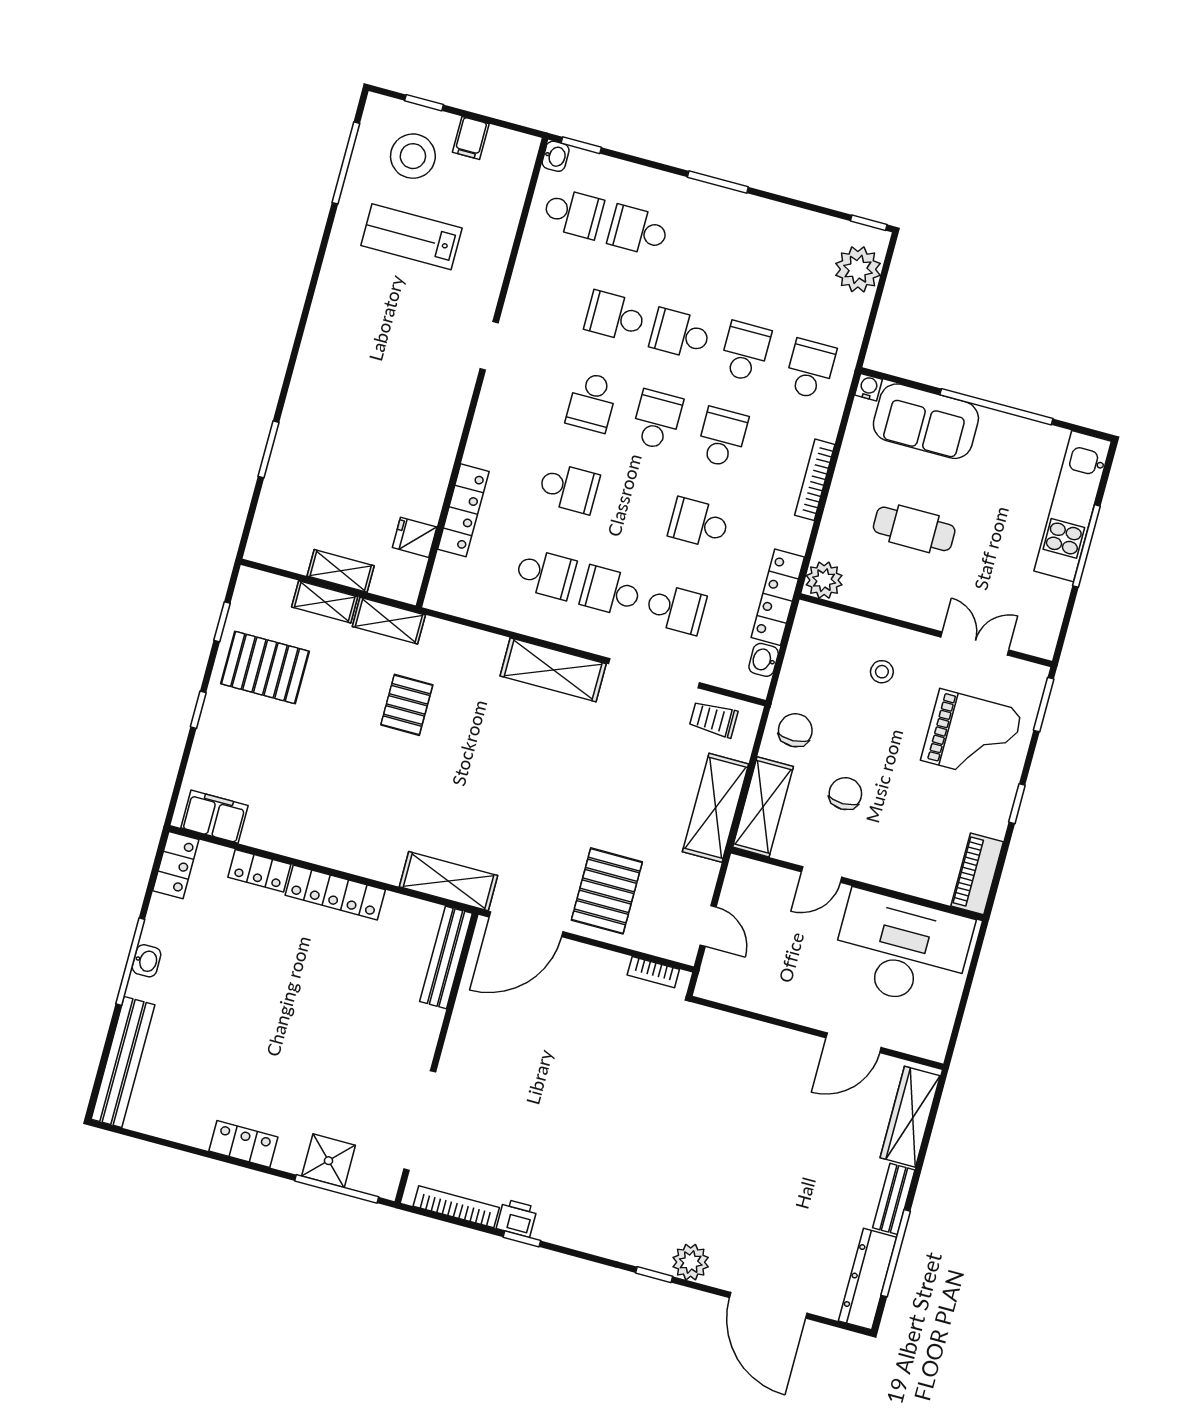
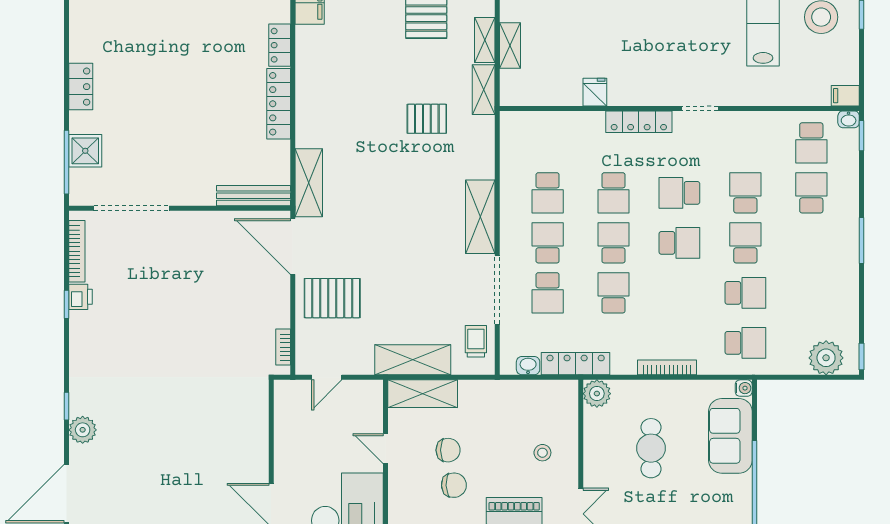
filing cabinet: (471, 138) -> (845, 96), moved
school desk: (722, 437) -> (613, 243), moved, turned -90
locker: (463, 510) -> (639, 122), moved
fridge: (415, 537) -> (595, 92), moved
chair: (795, 730) -> (454, 485), moved

